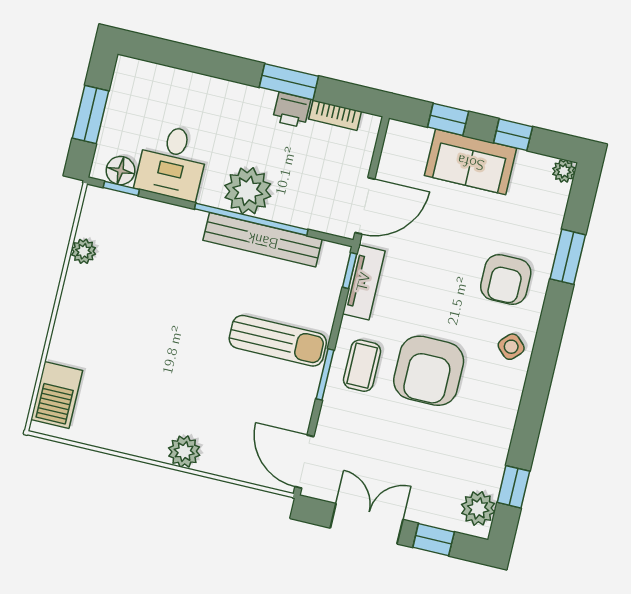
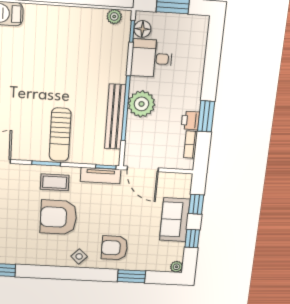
plant: (83, 251) -> (114, 17), moved

